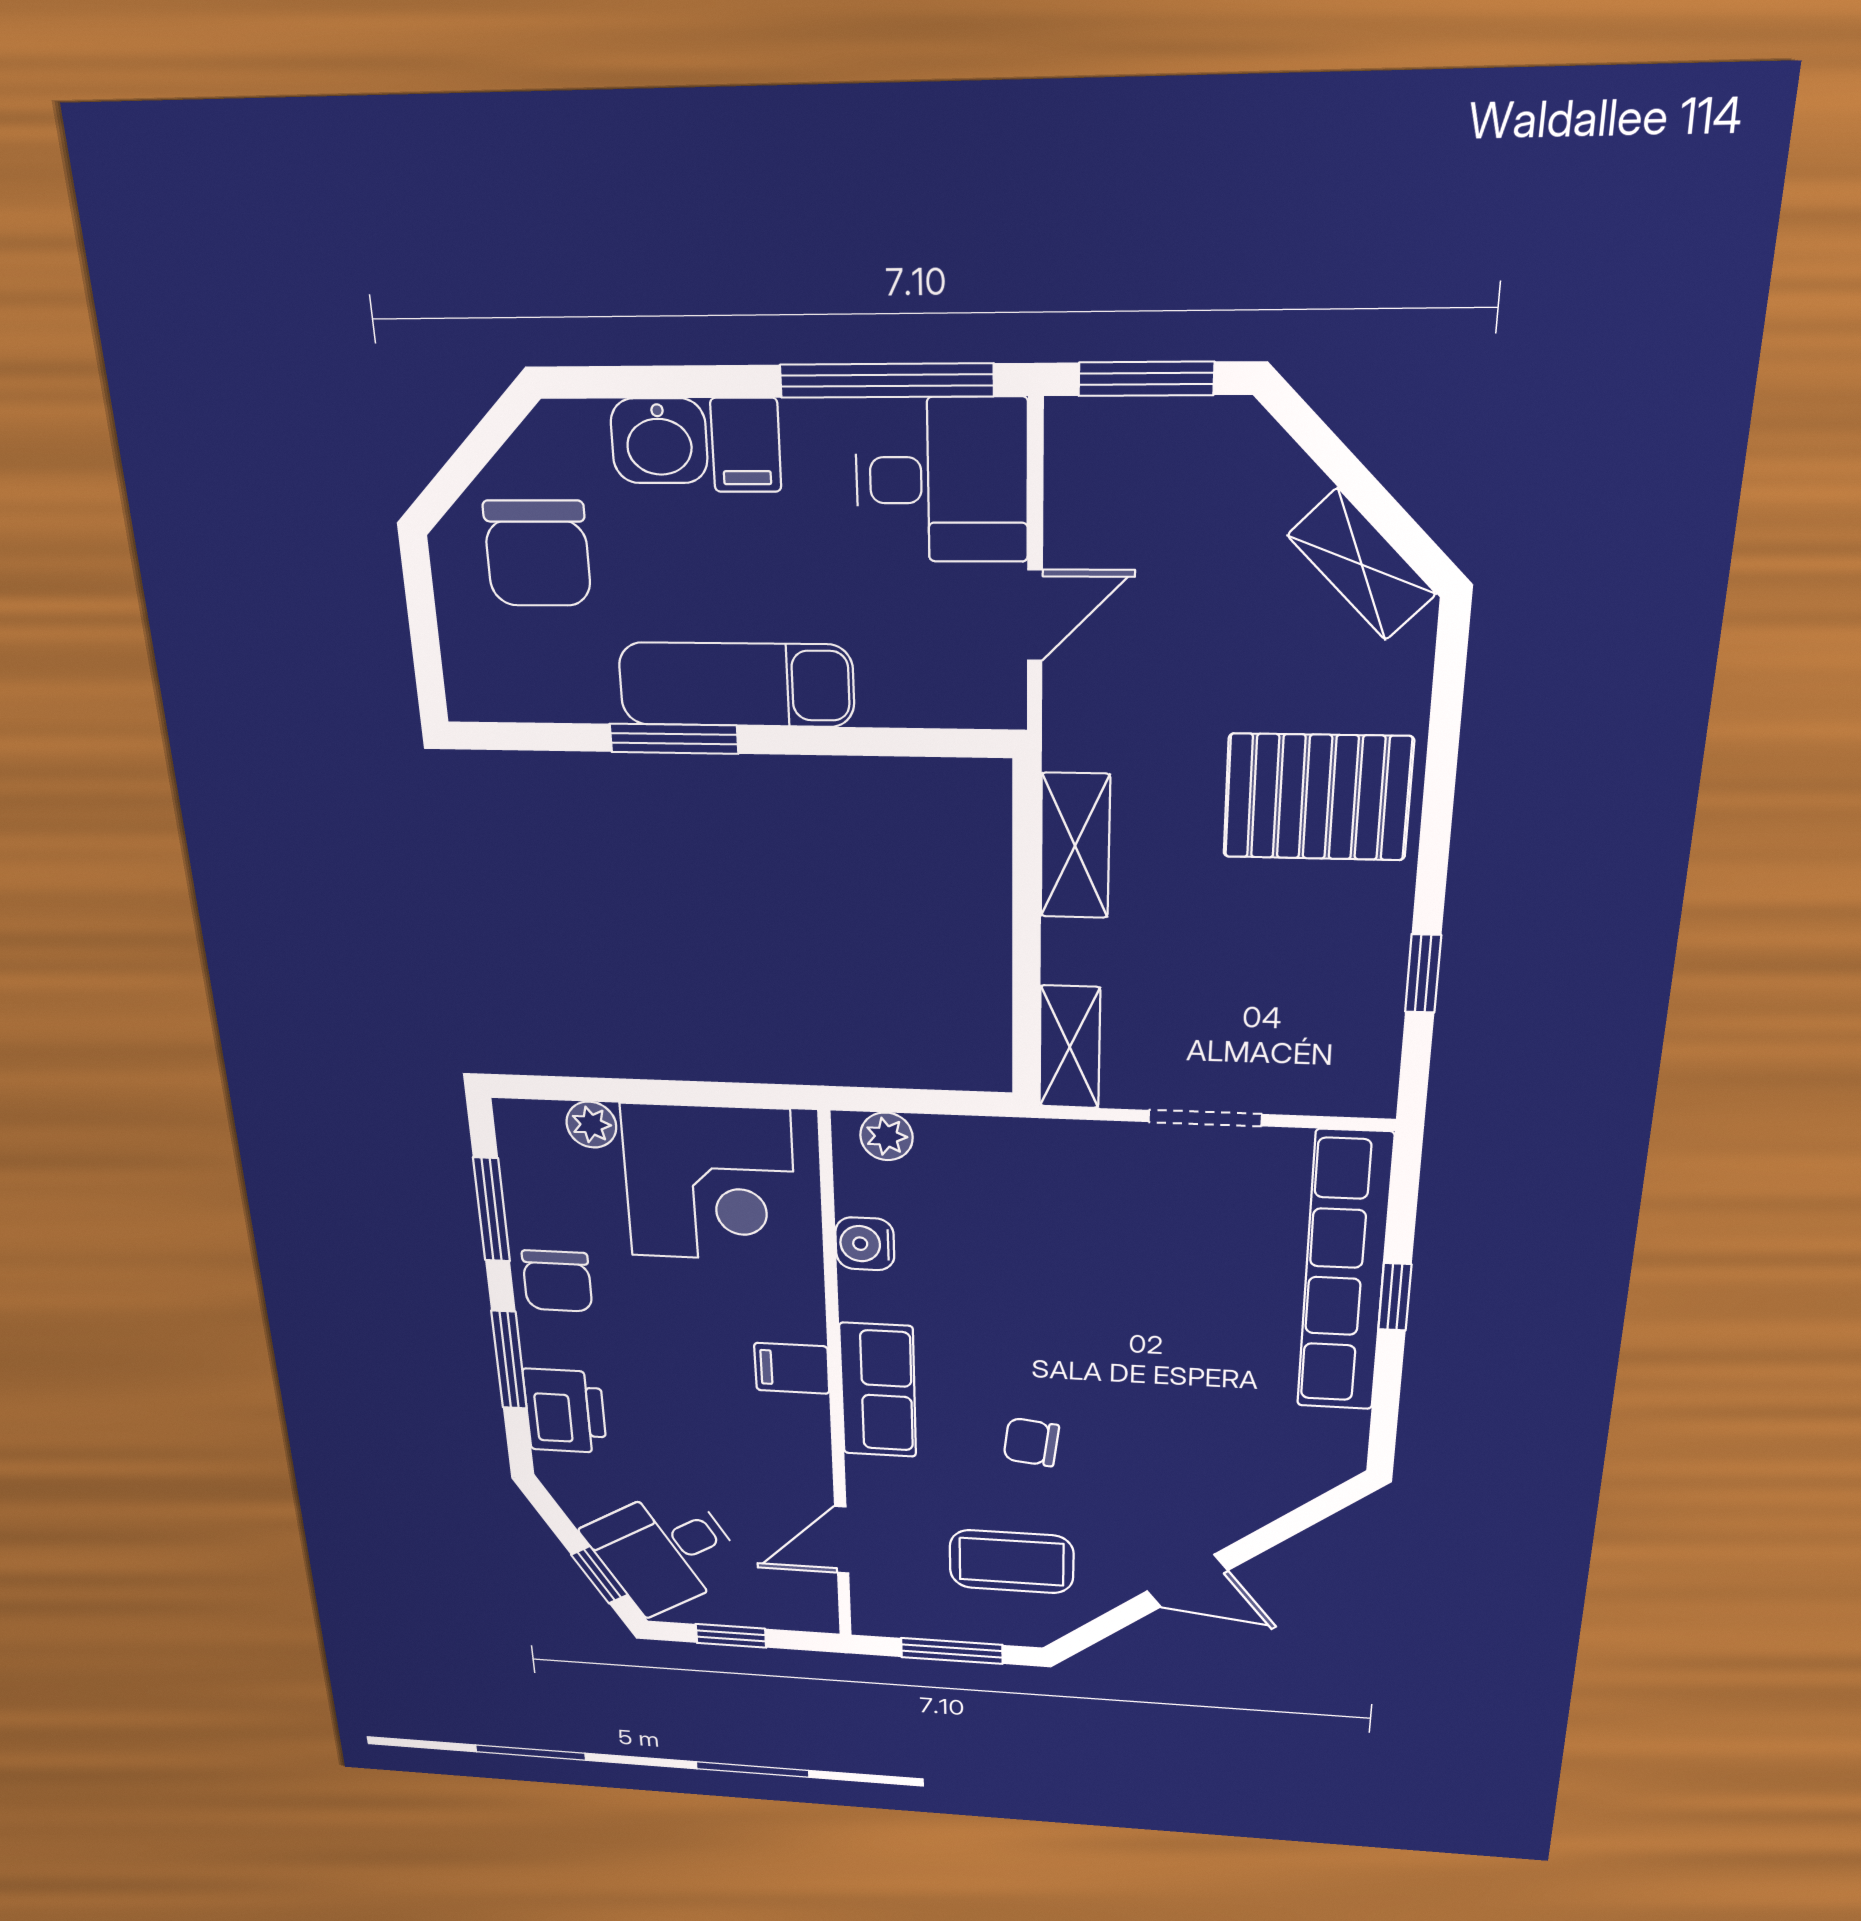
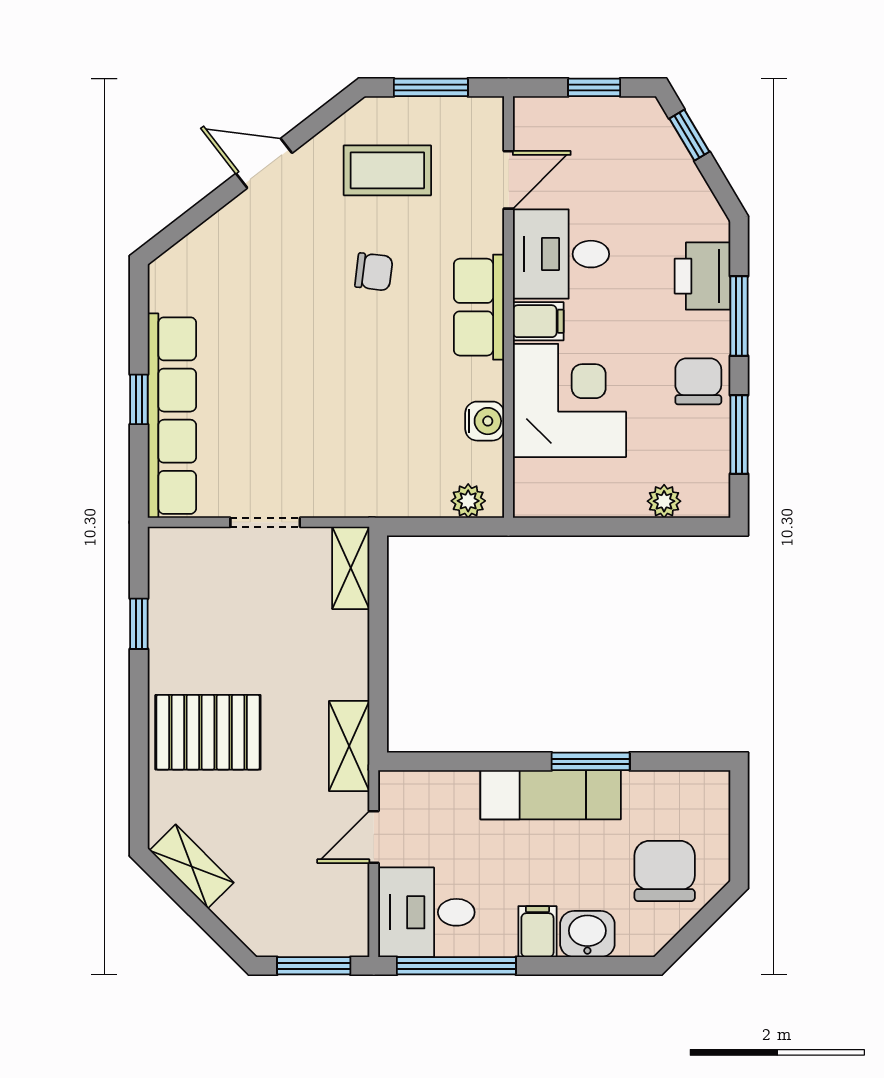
shelving: (1075, 846) -> (349, 746), moved
corner desk: (710, 1183) -> (569, 400), moved, turned 90
desk: (665, 1551) -> (561, 254), moved, turned -149

